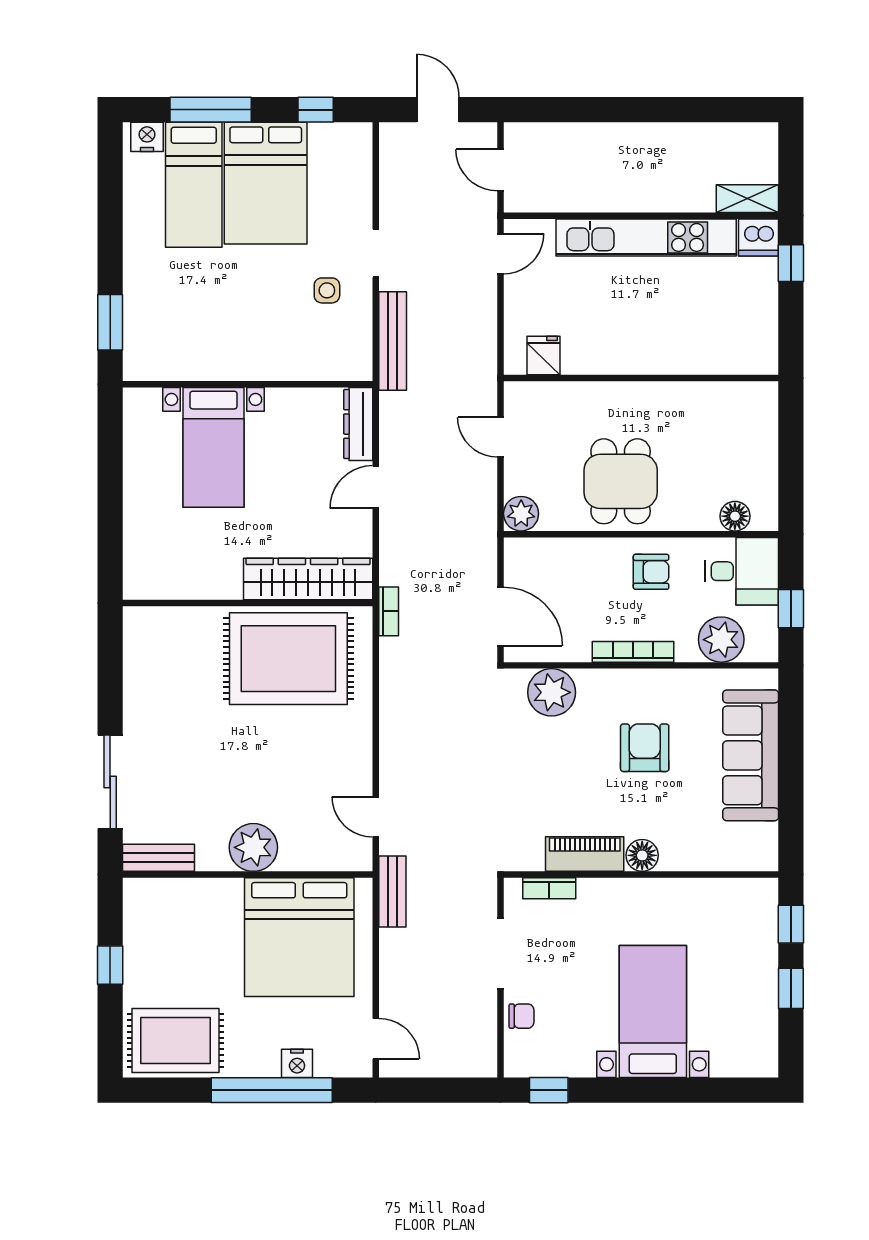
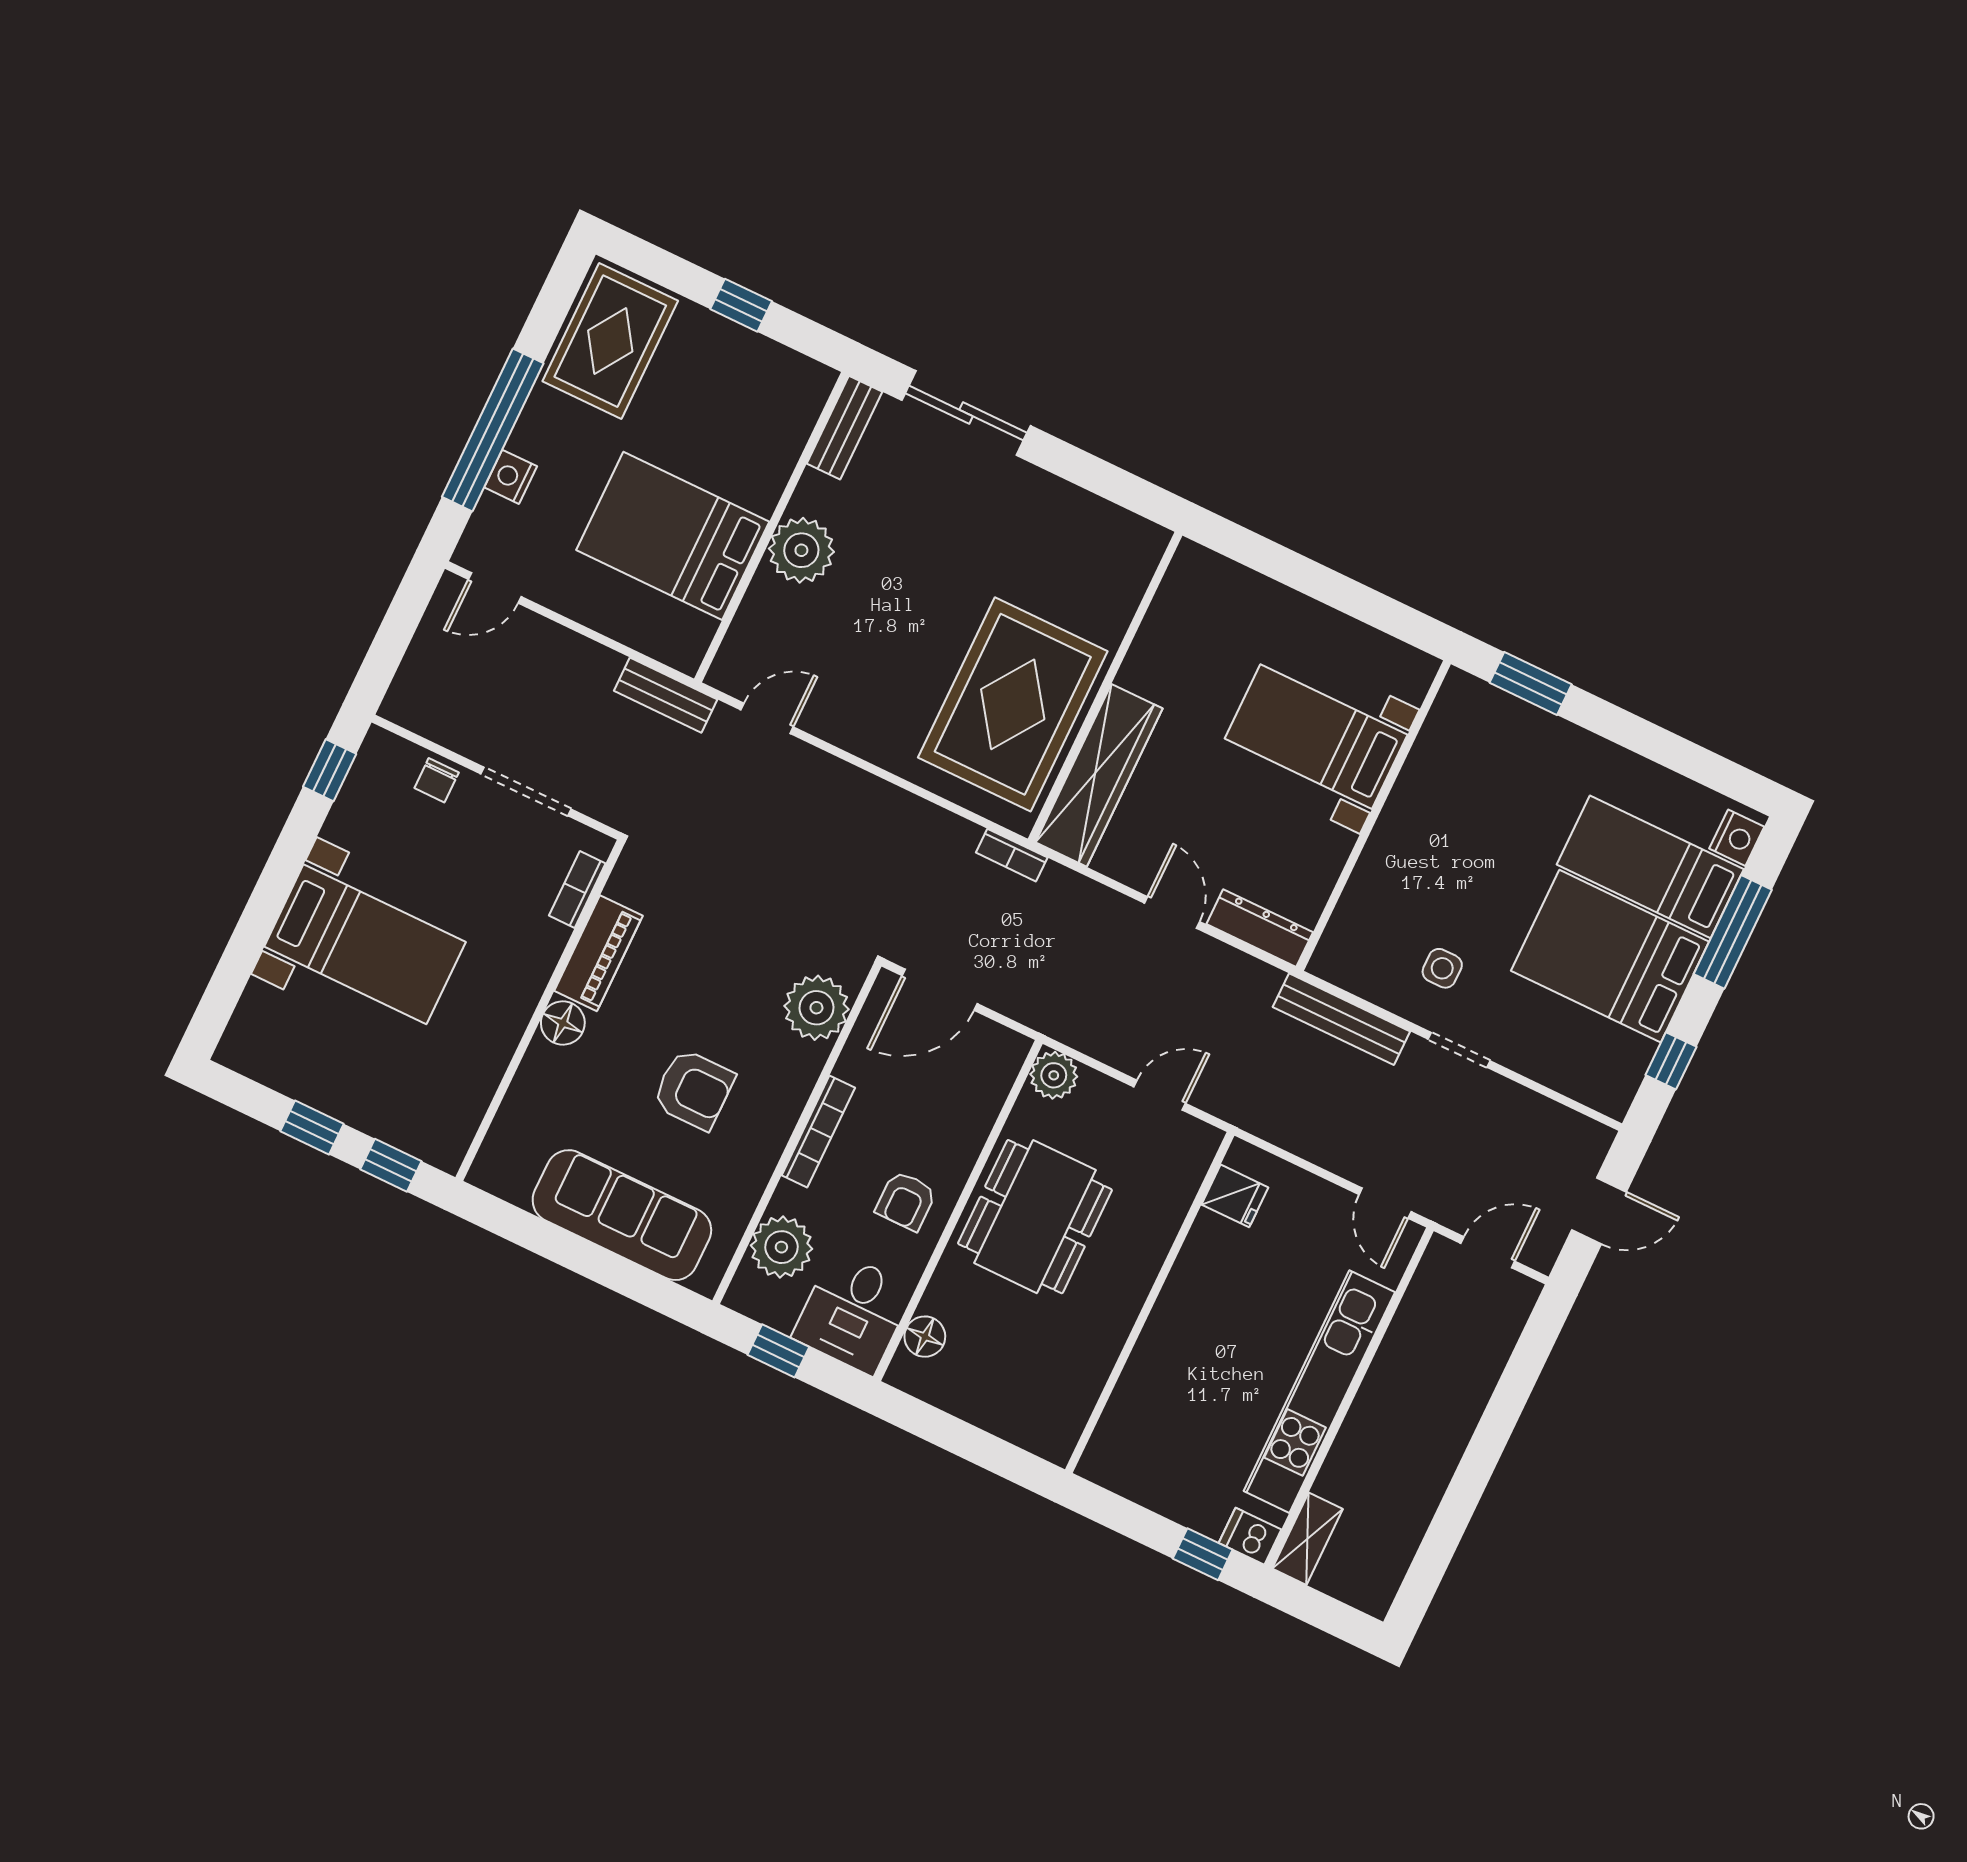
dishwasher: (759, 237) -> (1250, 1536), width x0.73
dining table: (621, 481) -> (1035, 1217), width x1.38
bed: (299, 937) -> (673, 536), width x0.73

